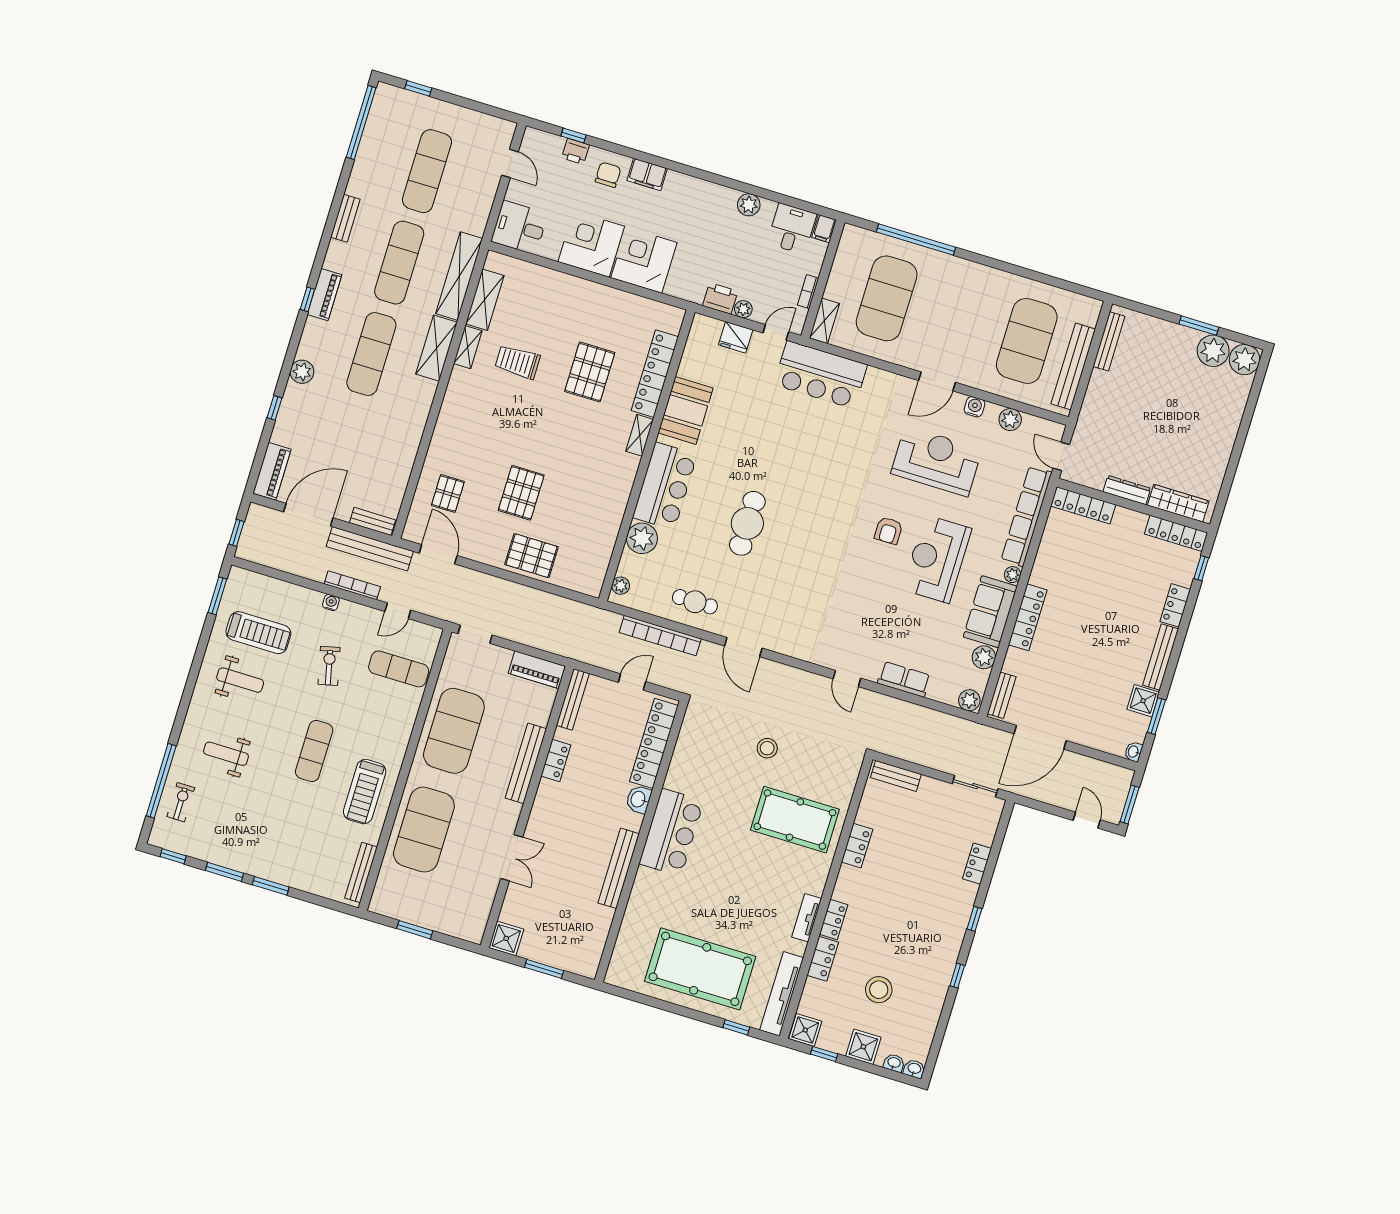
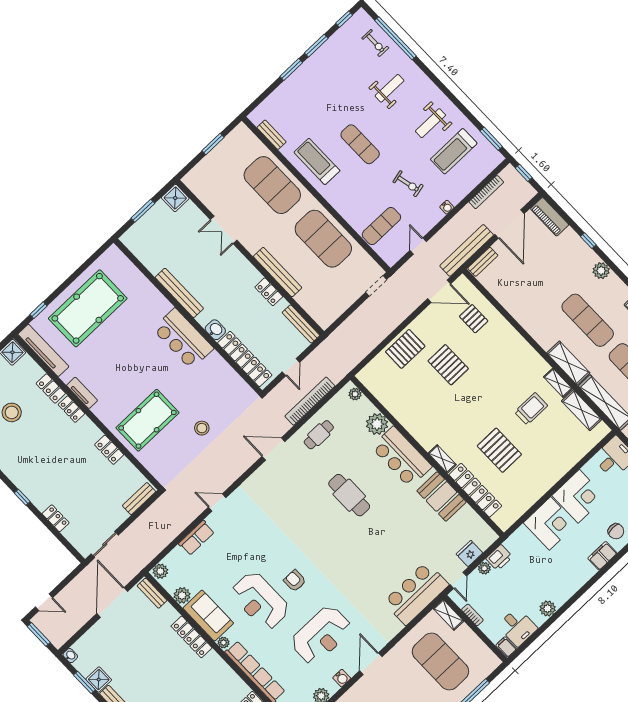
reception desk: (937, 559) -> (260, 601), turned 180
bookcase: (352, 585) -> (486, 192), moved
piano: (537, 670) -> (332, 312), removed
bench: (361, 873) -> (272, 135), width x0.73

